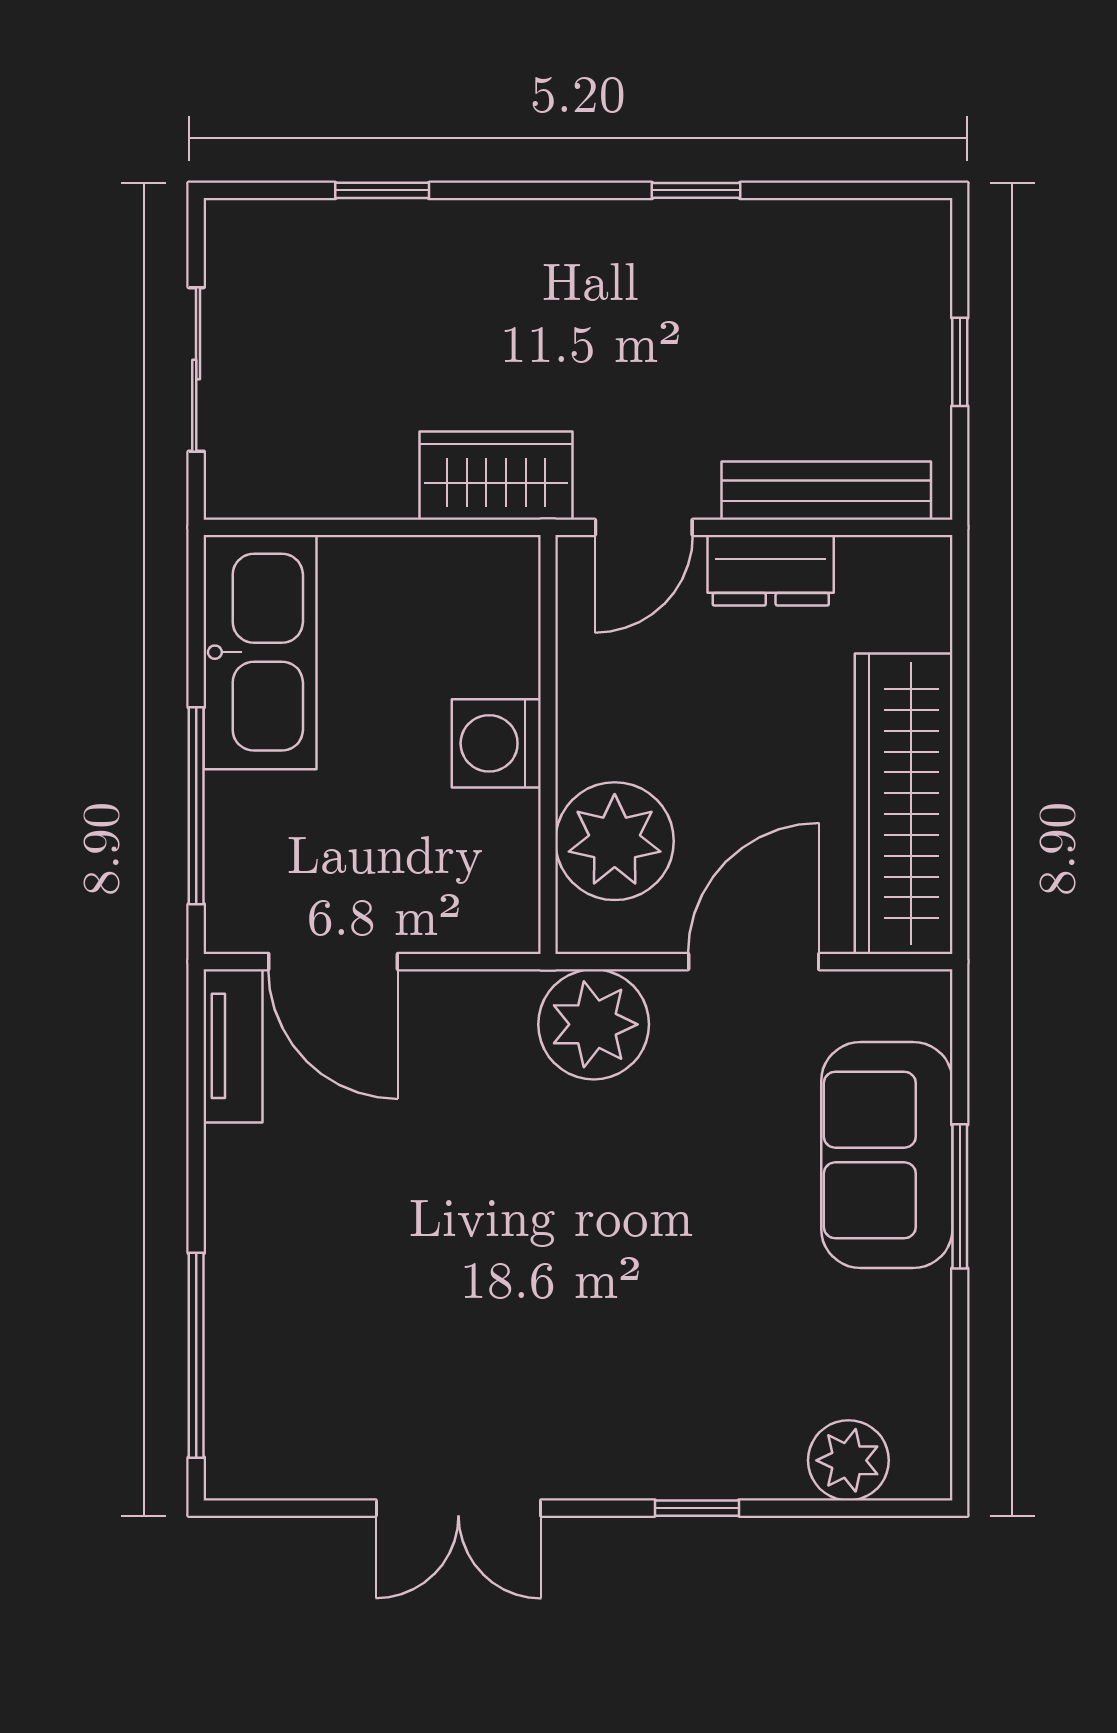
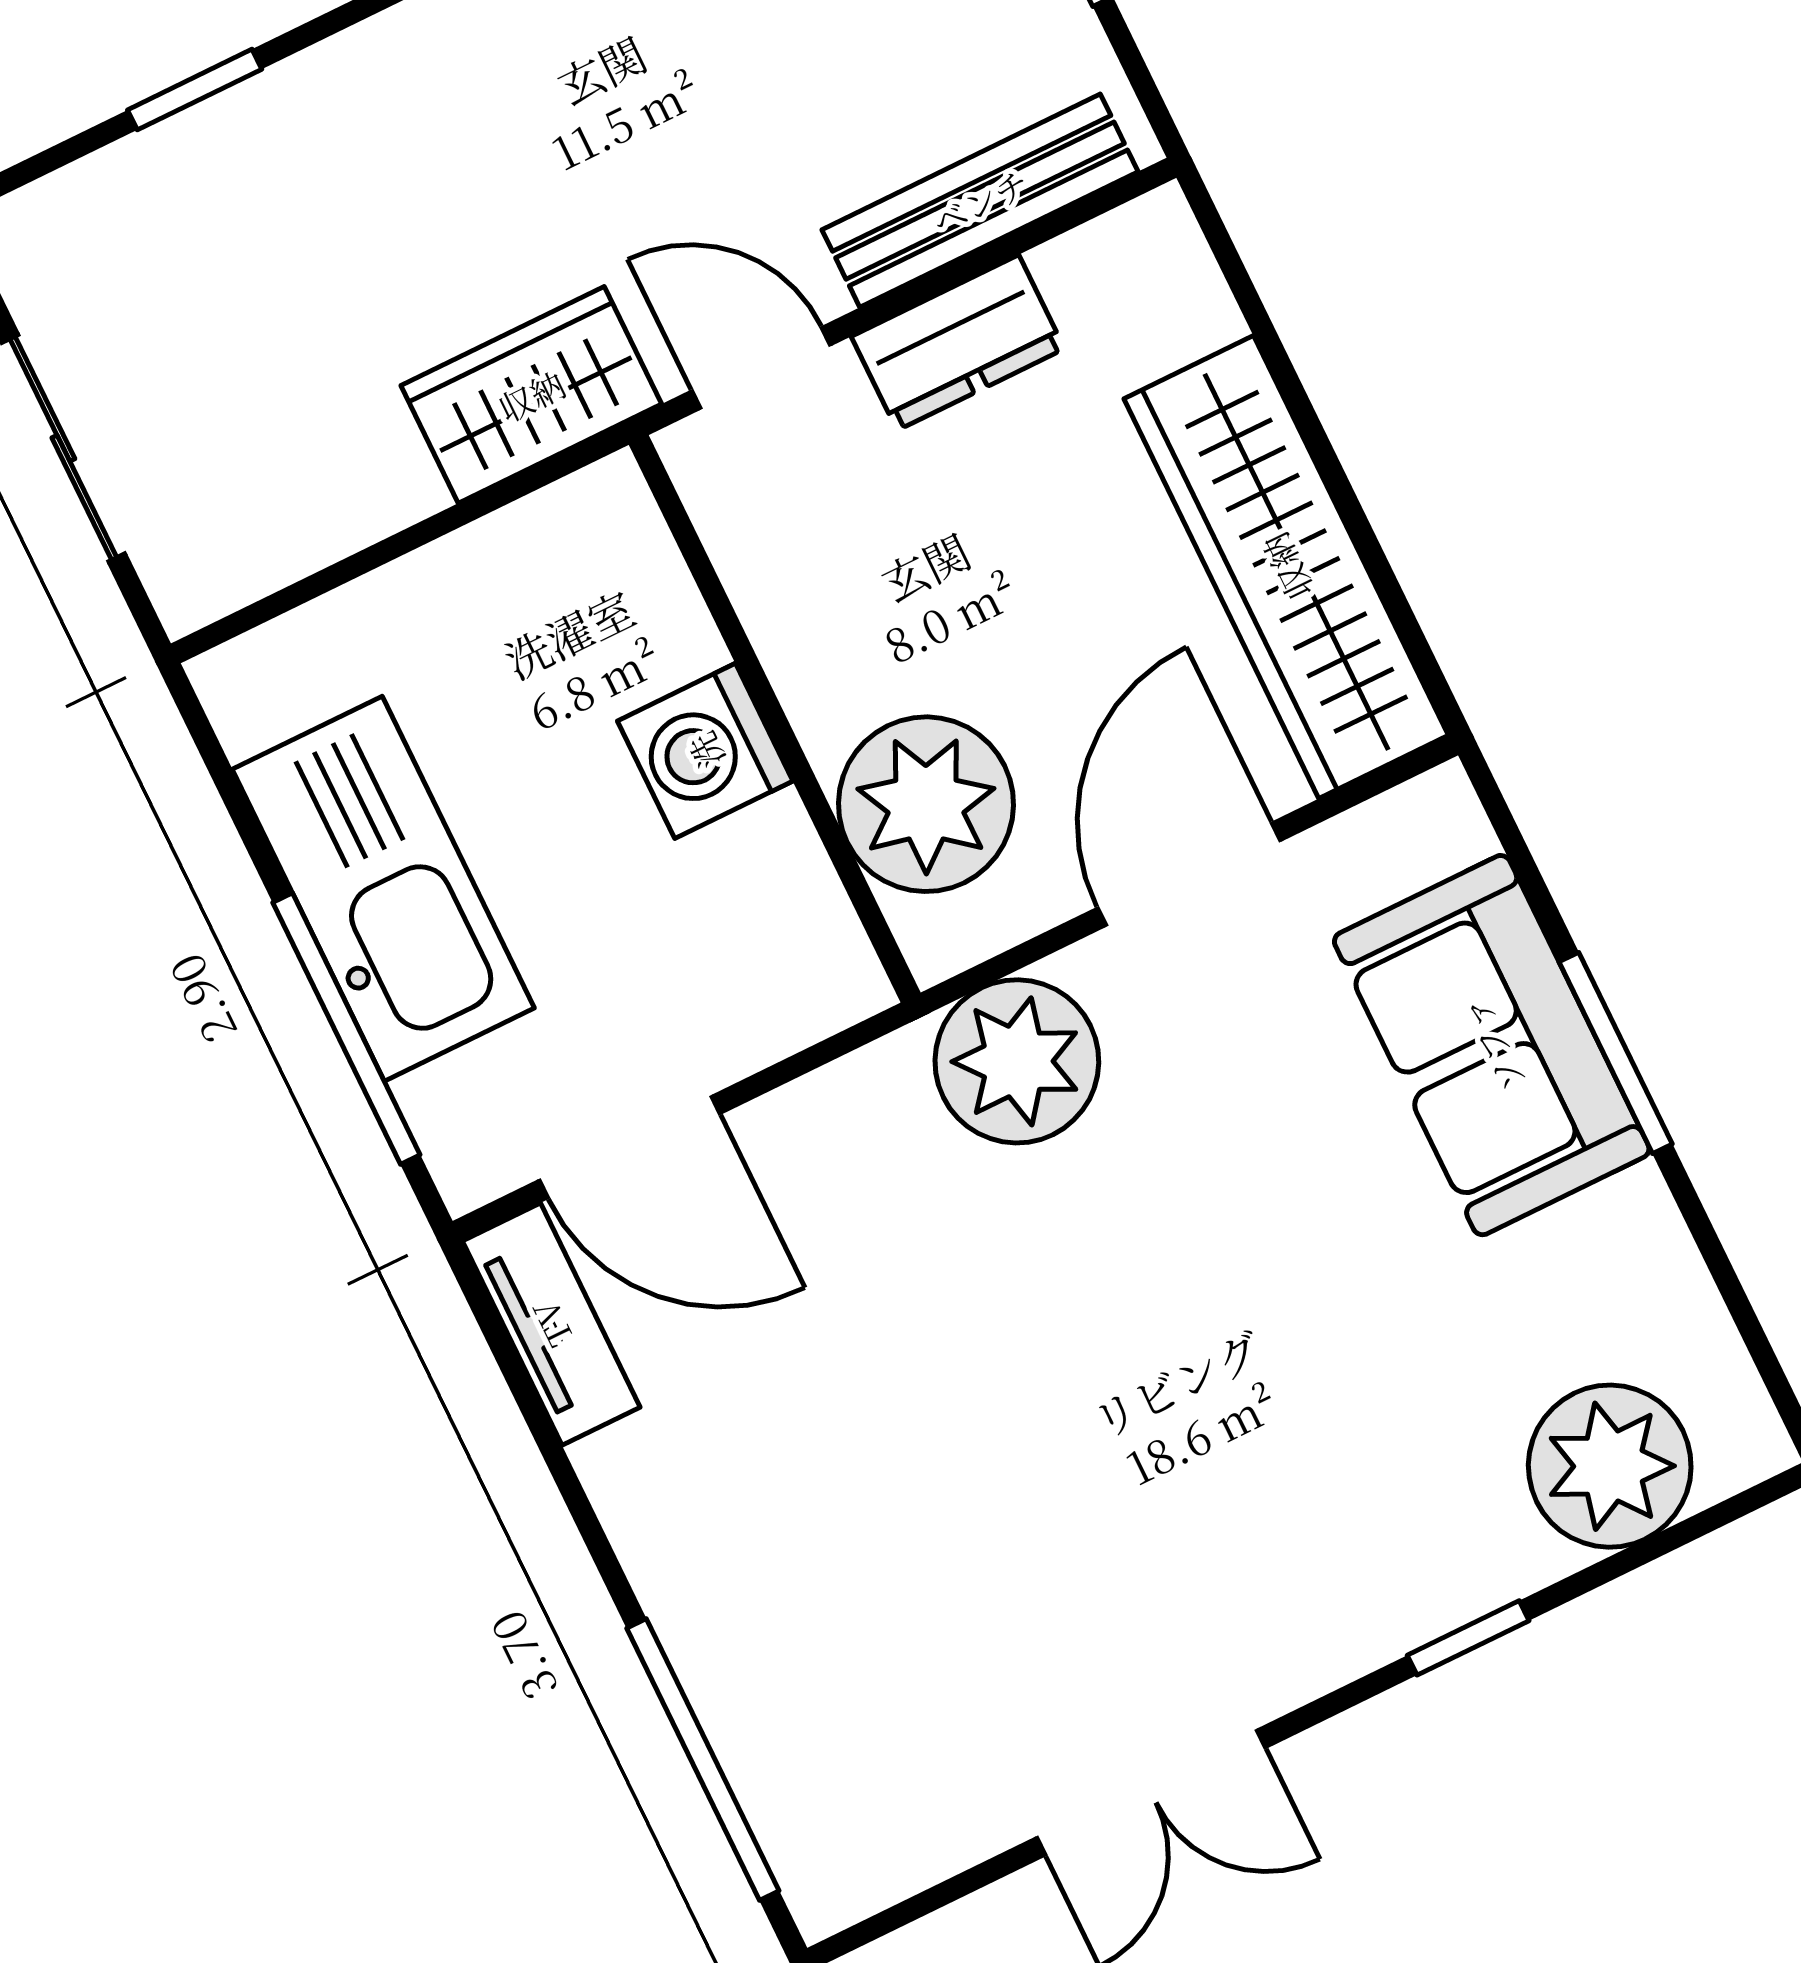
door: (644, 527) -> (761, 368), swing flipped
kitchen sink: (260, 652) -> (383, 889), moved
plant: (848, 1460) -> (1610, 1466), width x1.36, depth x1.36

